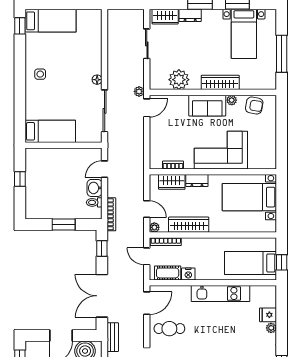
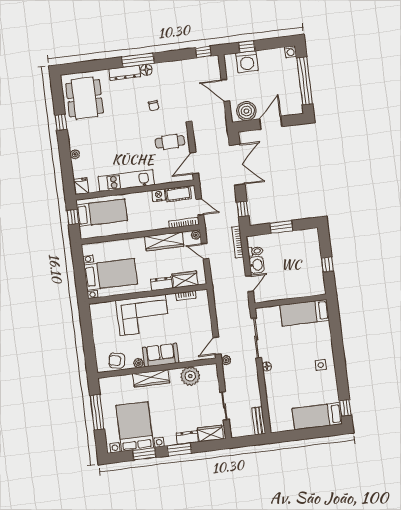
bed with nightstands: (244, 34) -> (135, 427), width x1.36
fridge: (268, 315) -> (81, 186), moved, turned -90
bench: (113, 337) -> (259, 421), moved

